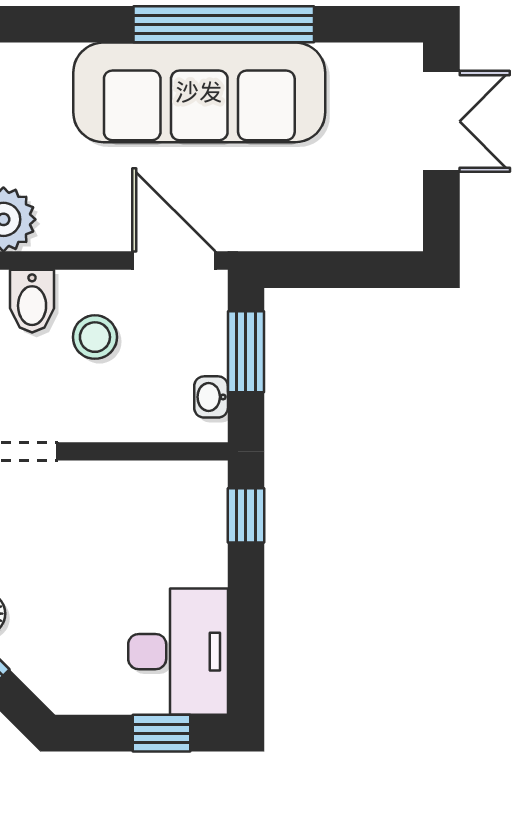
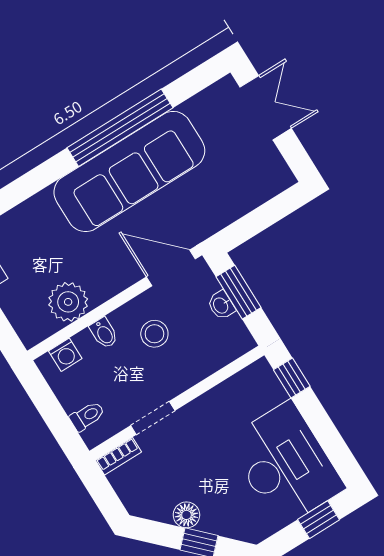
bidet: (32, 301) -> (104, 333), width x0.72, depth x0.74
washbasin: (211, 397) -> (221, 305), moved
desk: (178, 652) -> (285, 464), width x1.36, depth x1.30

